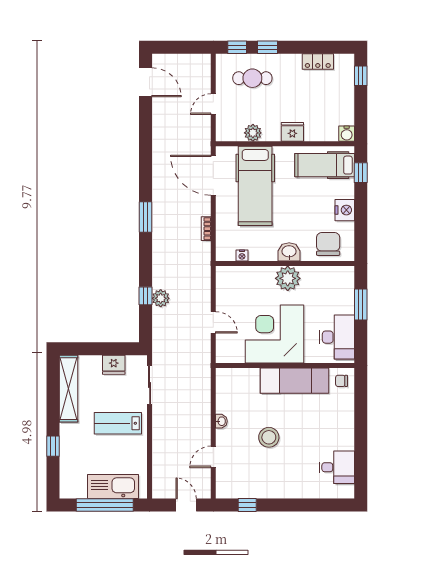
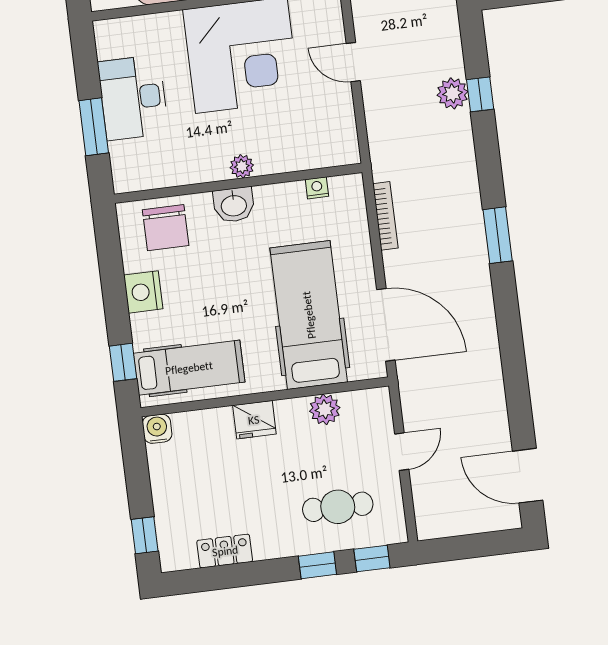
bookcase: (206, 229) -> (385, 216), width x1.56
plant: (288, 278) -> (242, 166), width x0.53, depth x0.53
desk: (337, 337) -> (133, 98), moved

